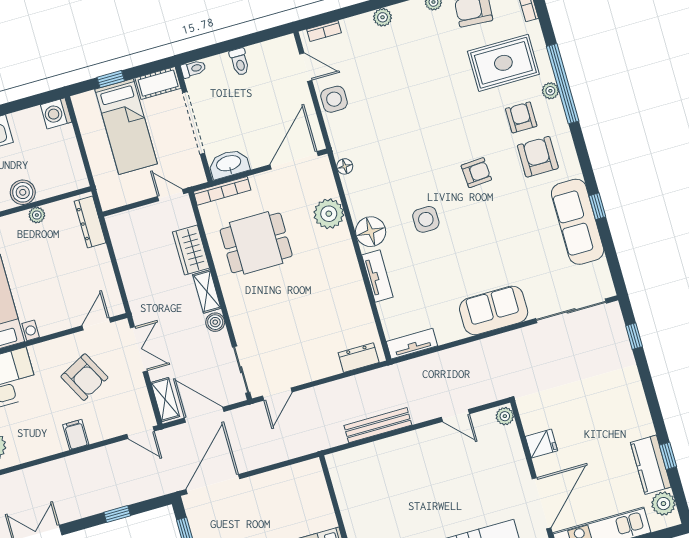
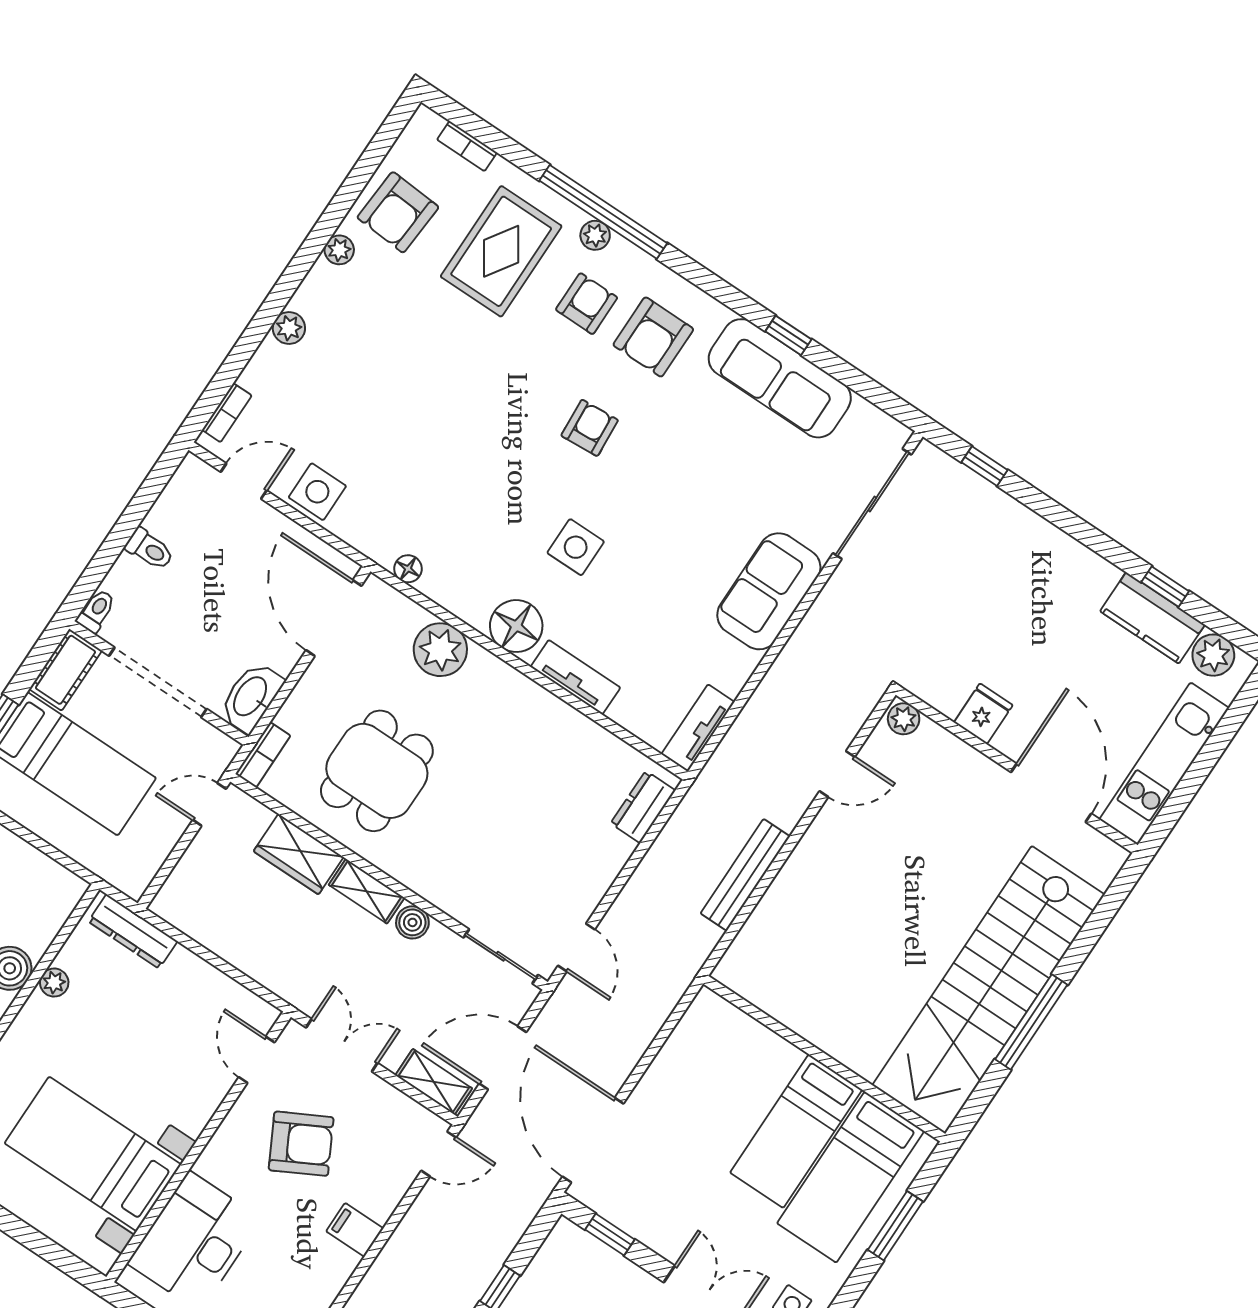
armchair: (521, 117) -> (587, 304), turned 90
armchair: (538, 157) -> (653, 337), turned -90
bookcase: (222, 191) -> (263, 755), width x0.64

